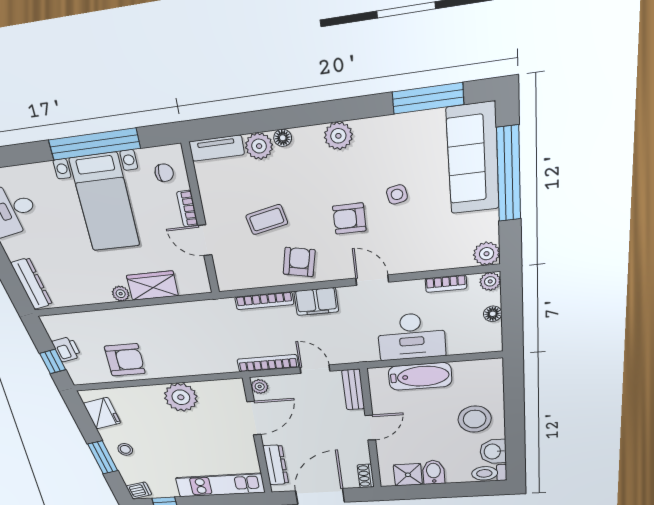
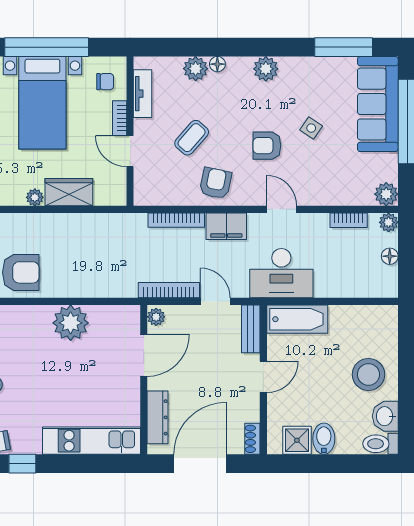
tv unit: (217, 148) -> (143, 94), moved, turned -90
side table: (397, 194) -> (311, 128), turned 45
coffee table: (267, 220) -> (192, 138), turned -37
desk: (411, 336) -> (281, 273), moved
bathtub: (420, 376) -> (297, 319), moved

